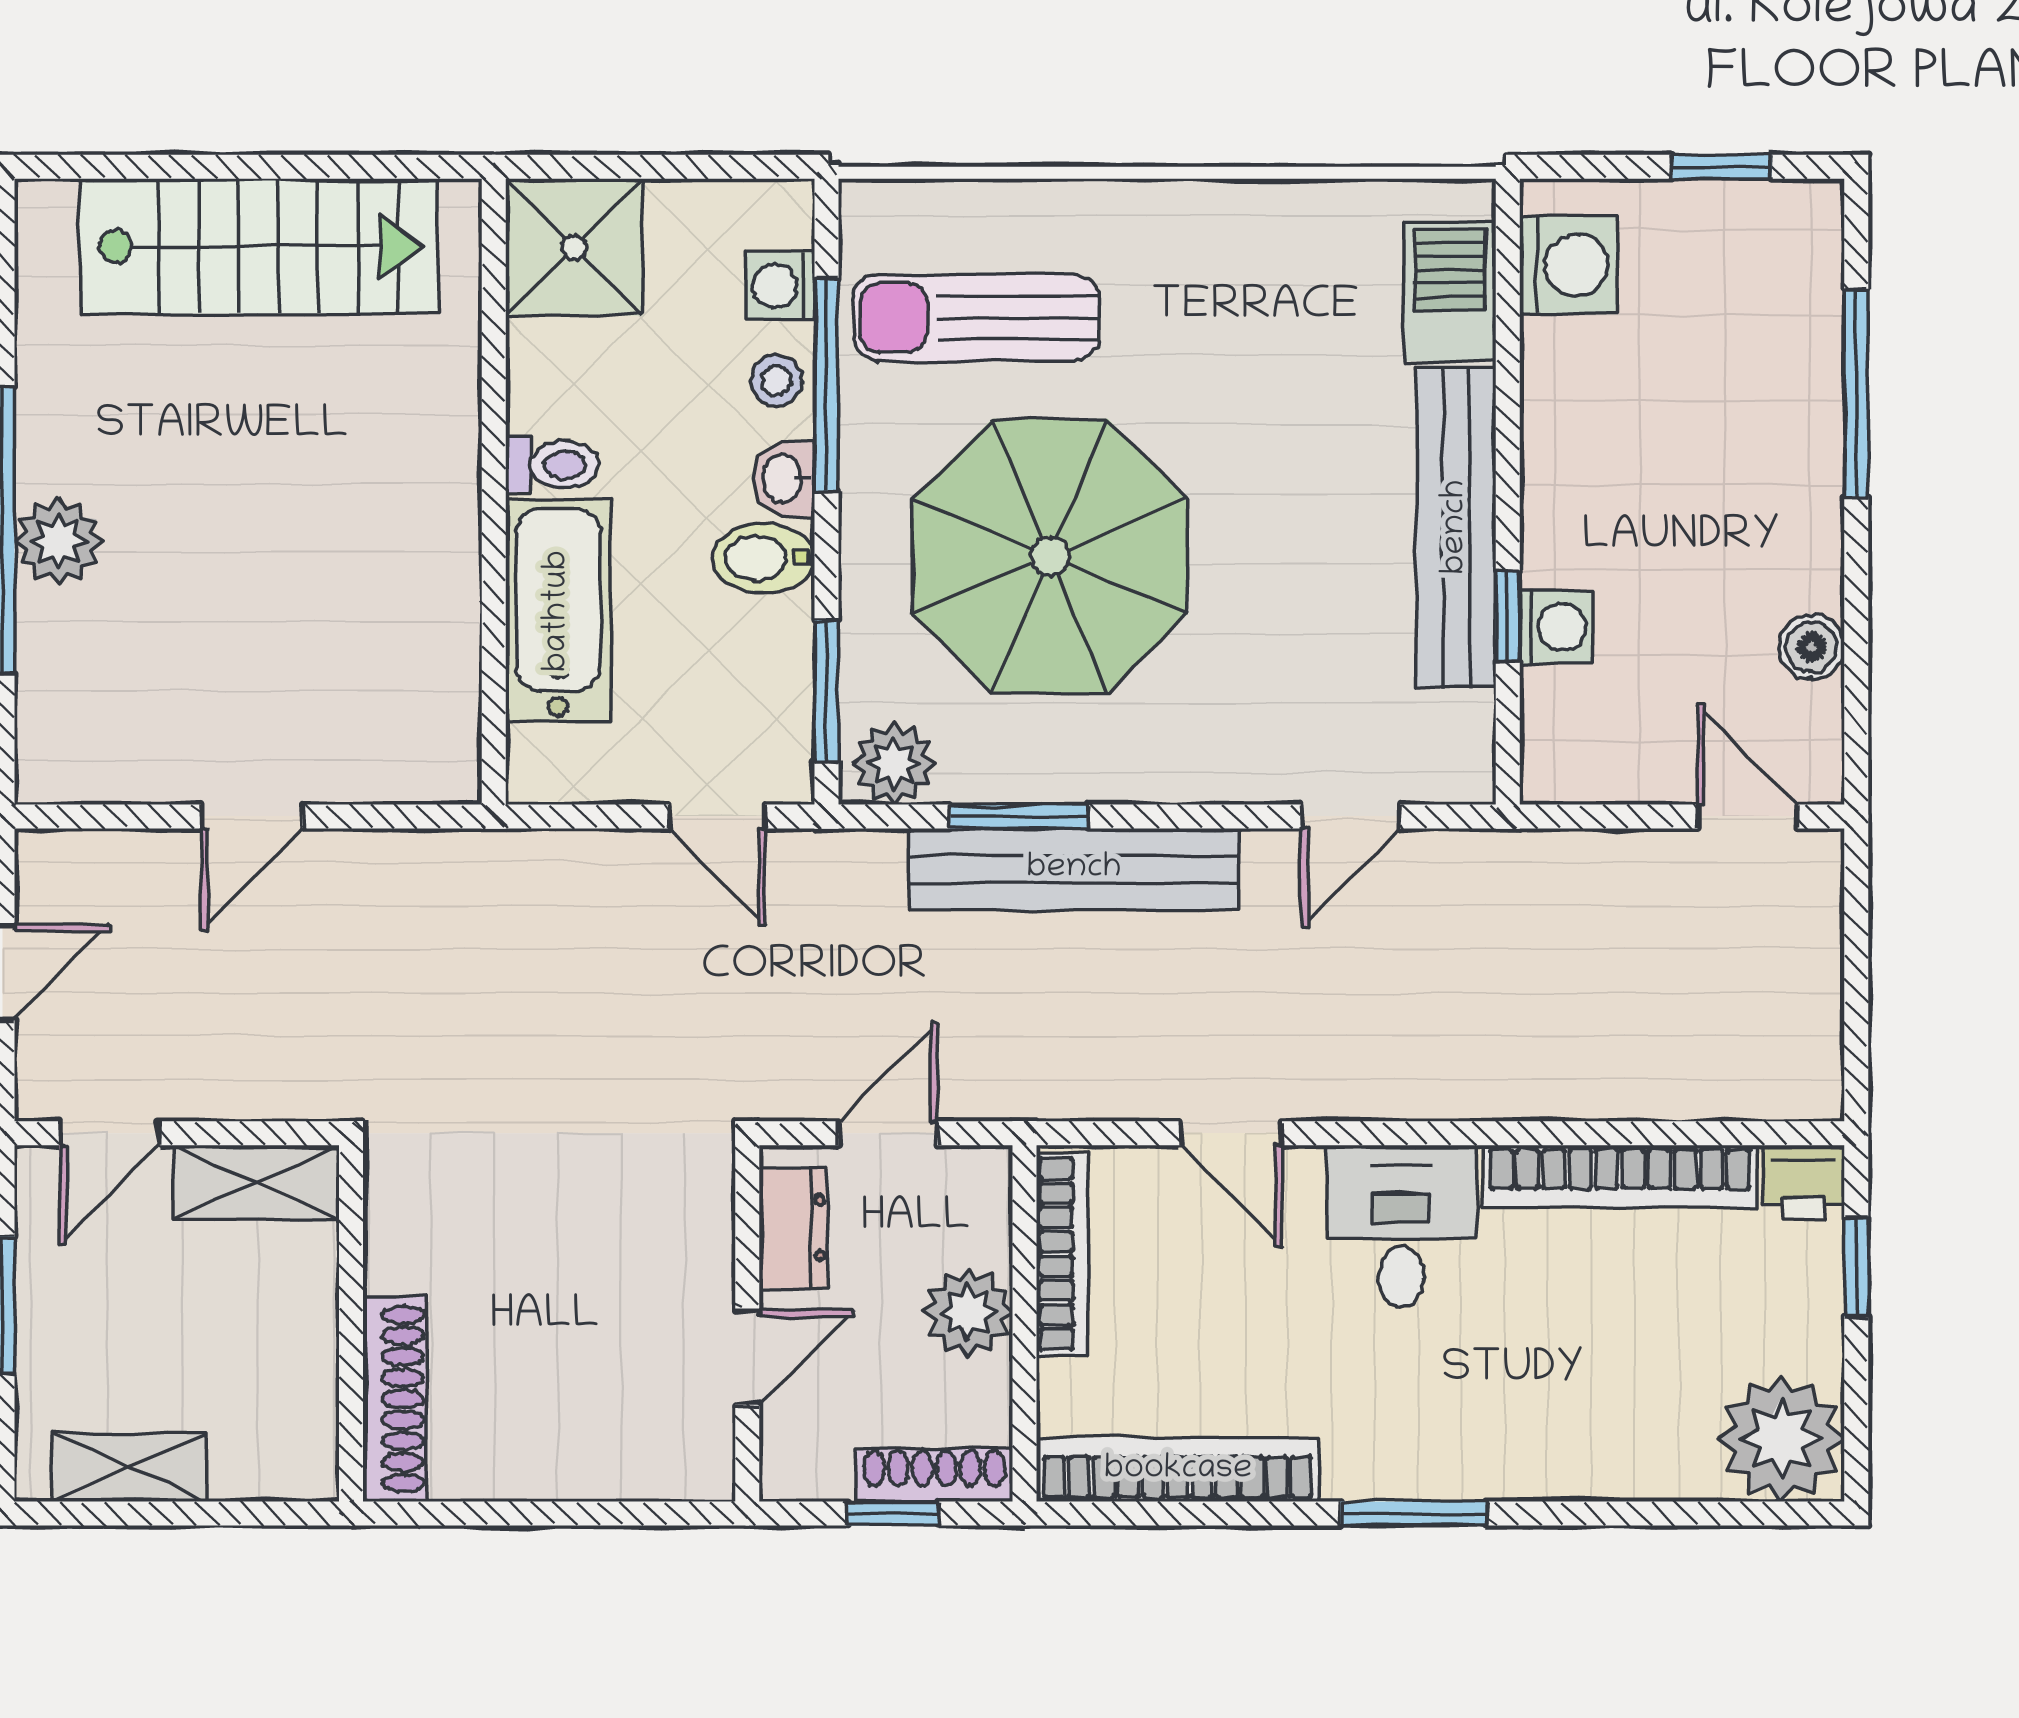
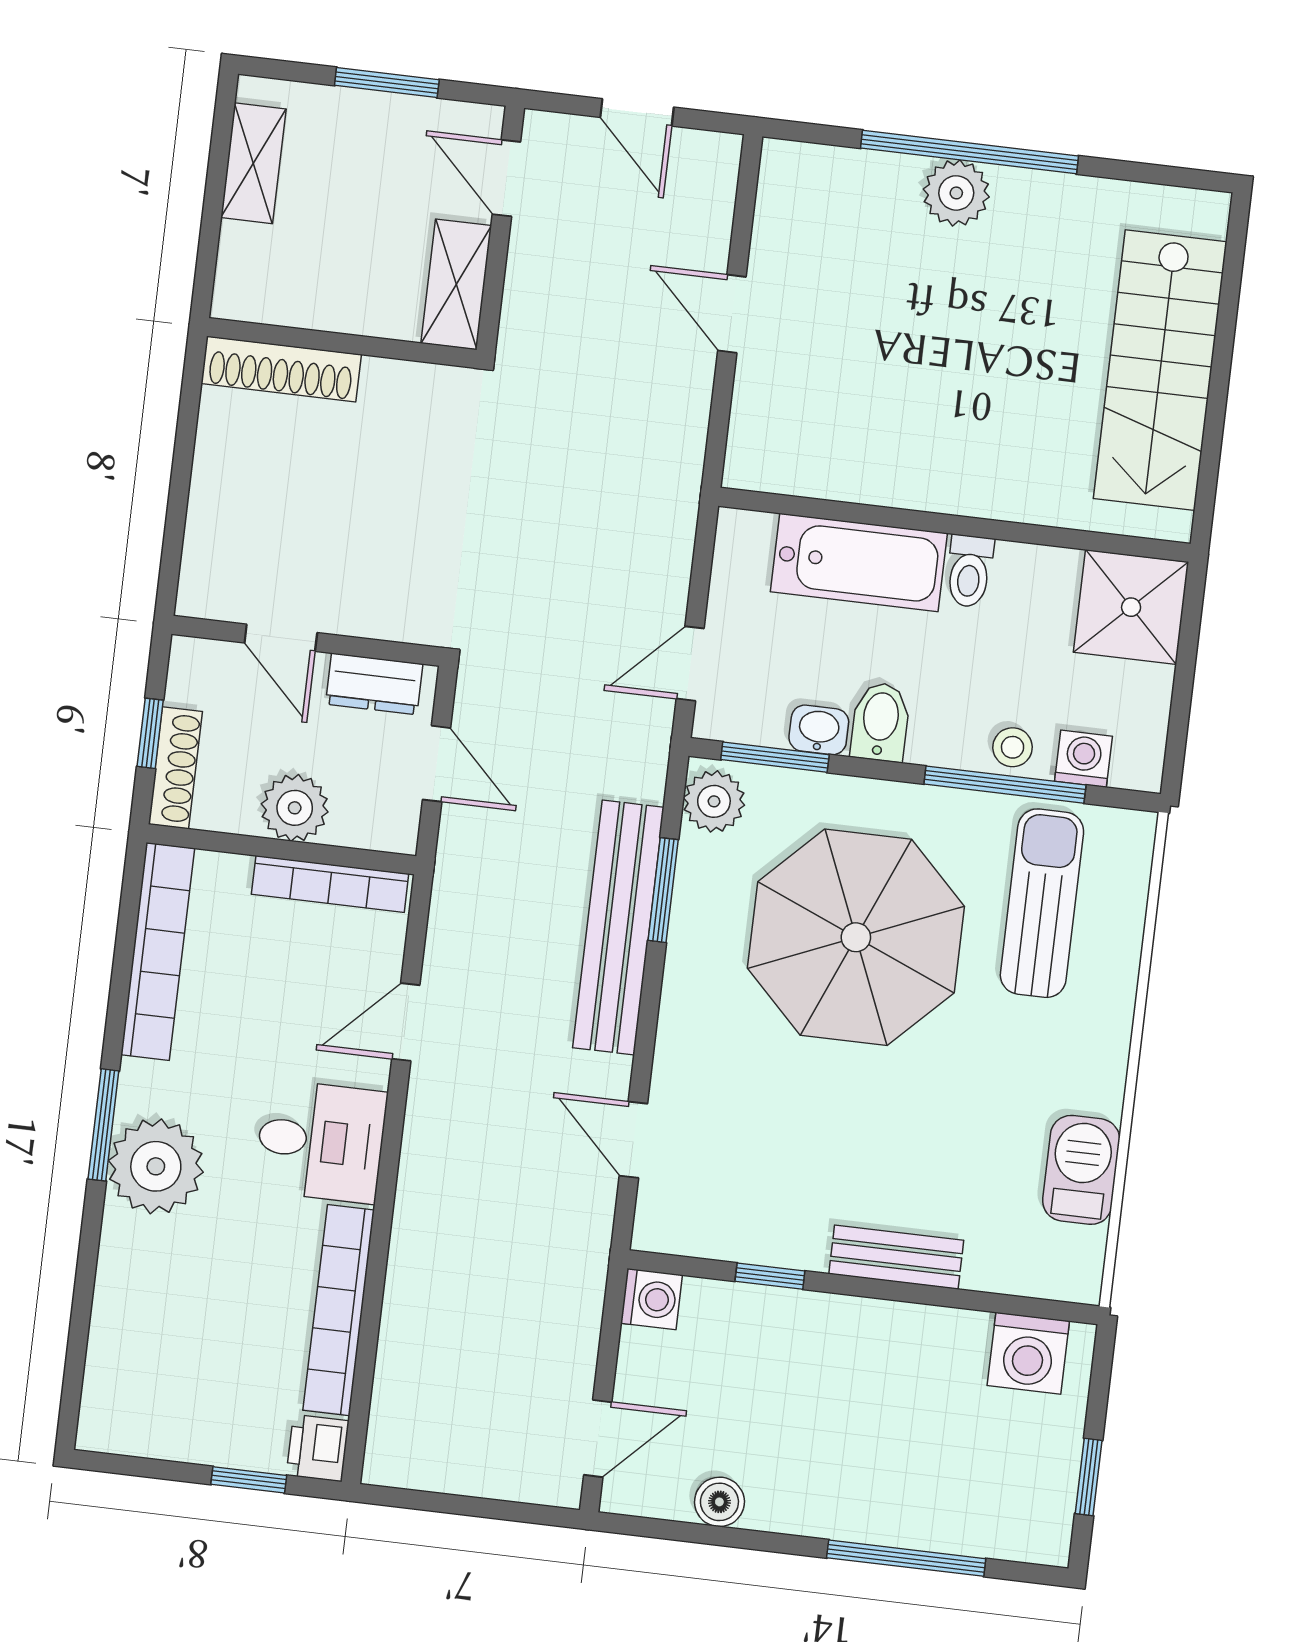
barbecue: (1450, 291) -> (1081, 1170), moved, turned -90
washbasin: (784, 479) -> (819, 730), moved
bench: (1456, 527) -> (896, 1257), width x0.54, depth x0.82
washing machine: (1556, 627) -> (651, 1299), moved, turned -90
plant: (1781, 1438) -> (156, 1166), moved

